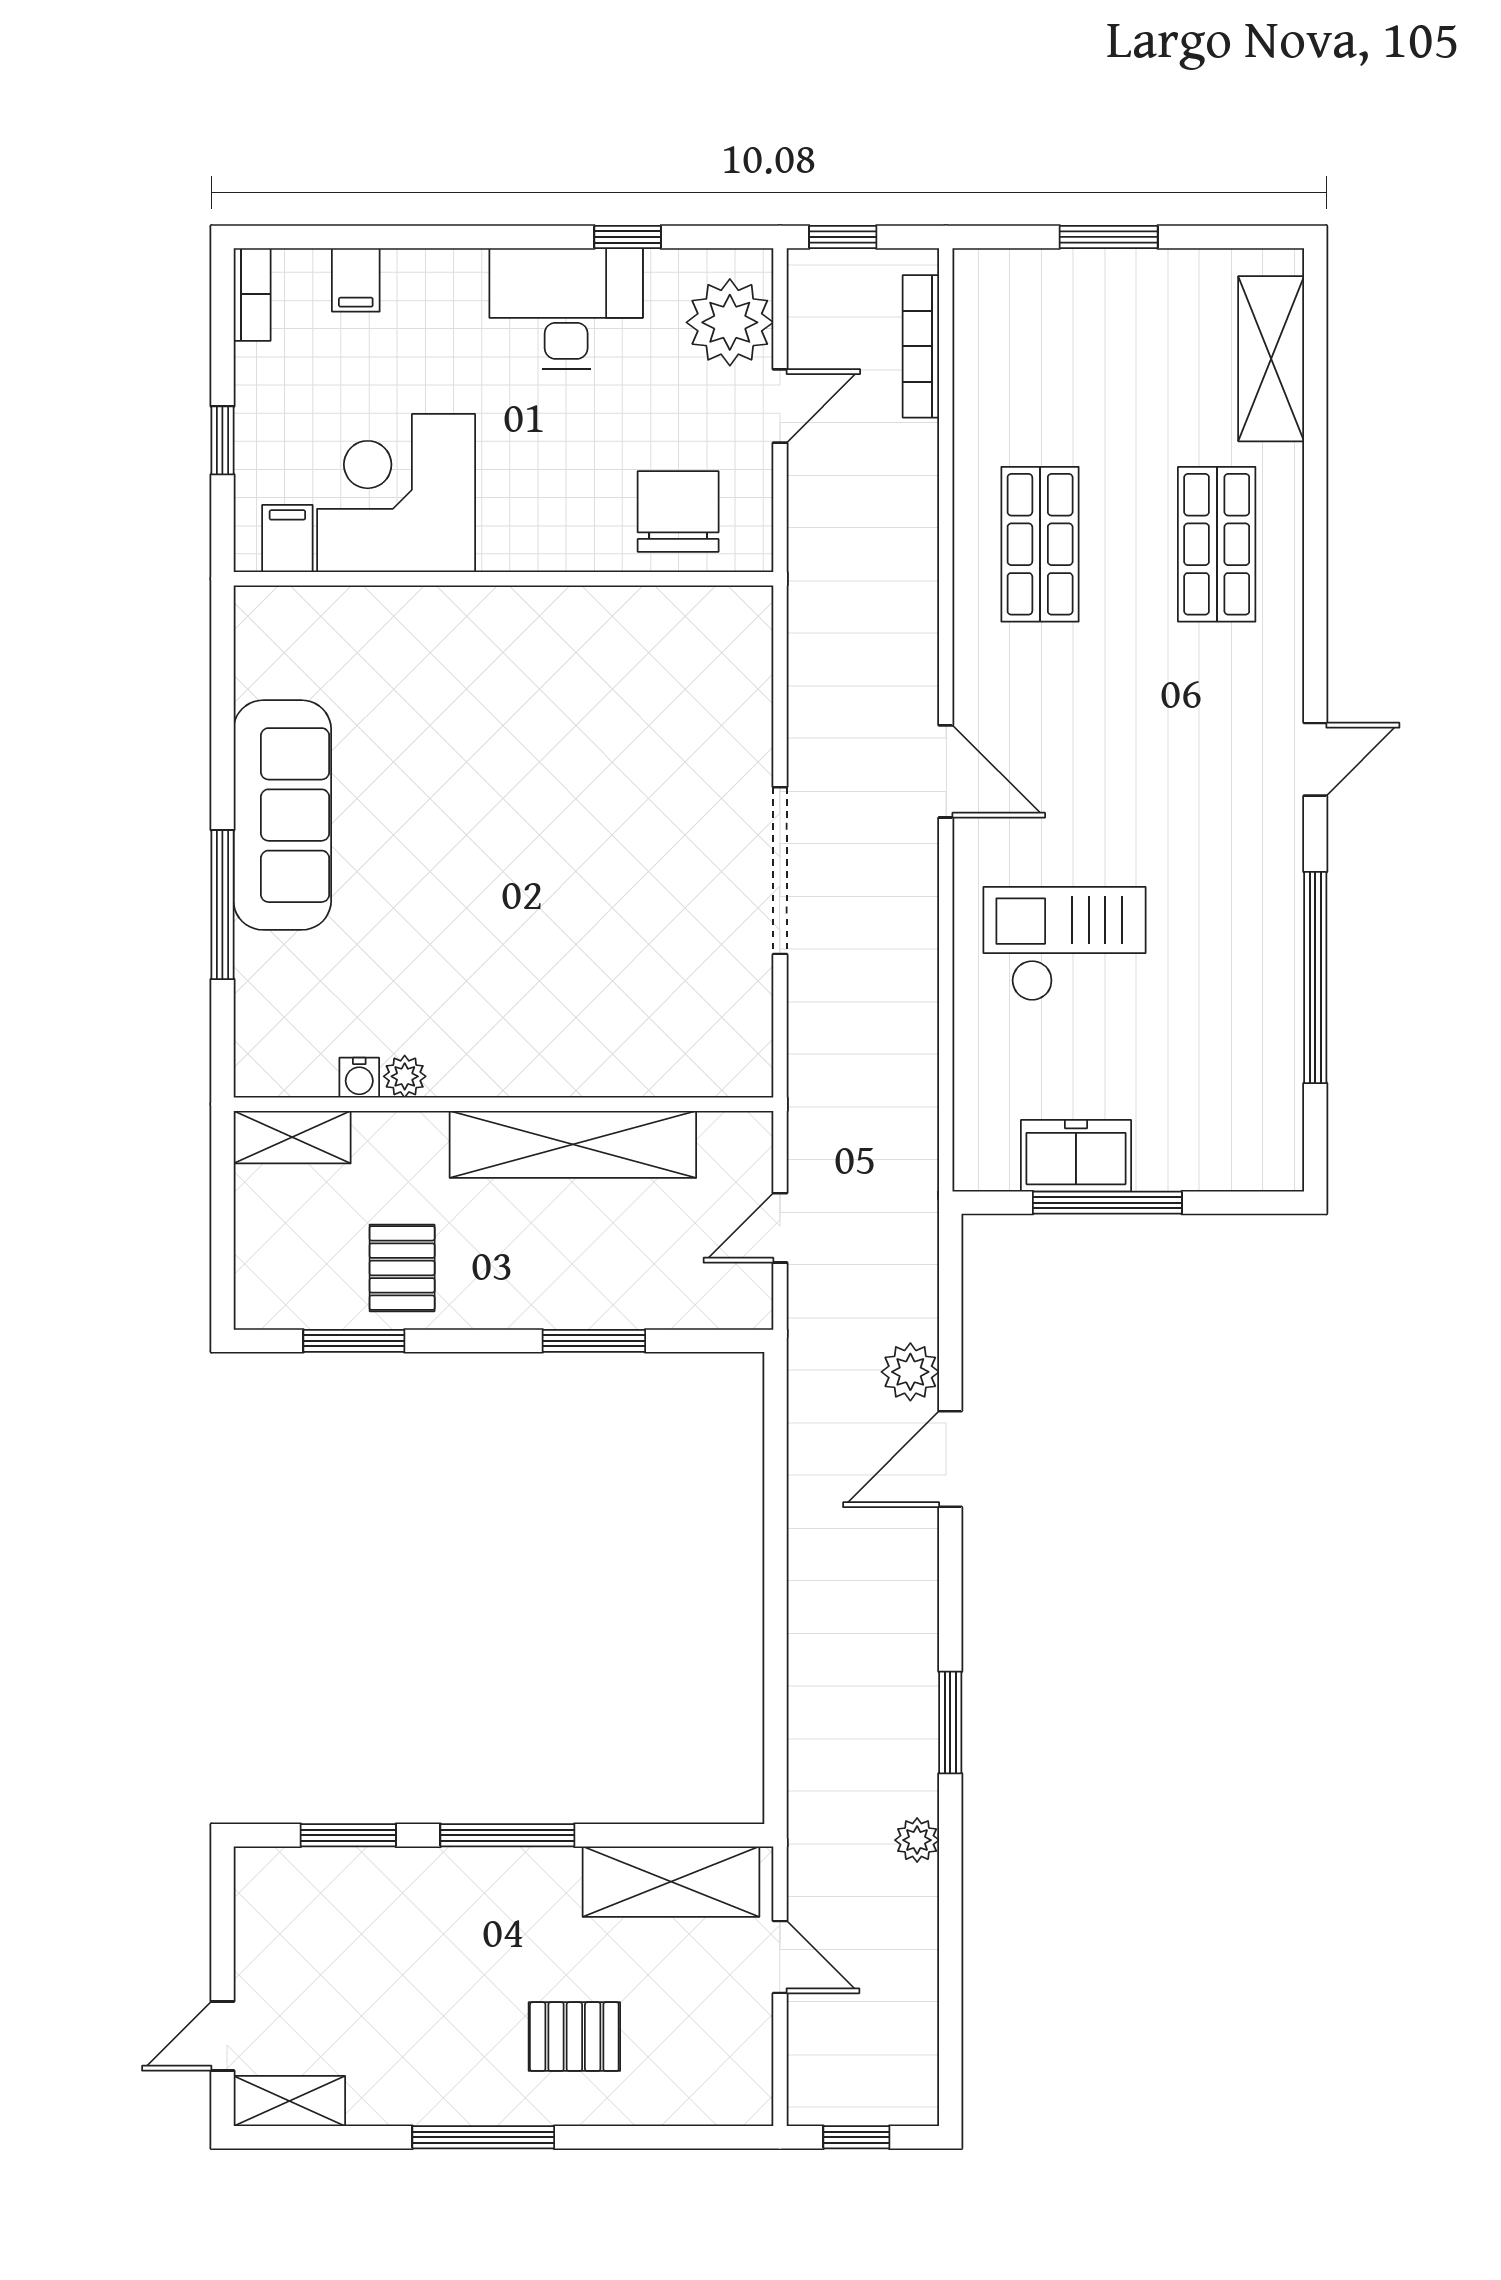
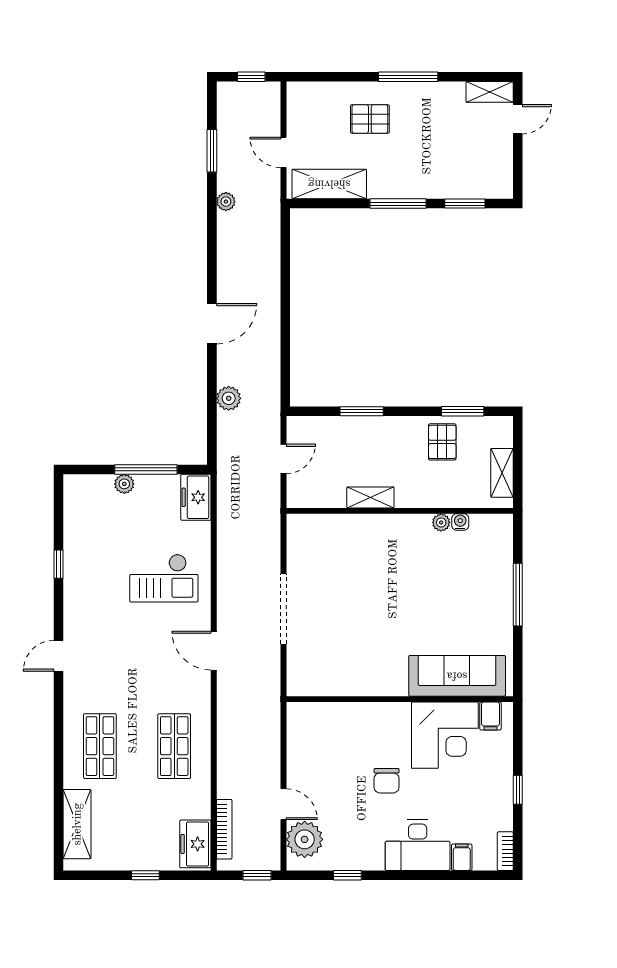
window: (1109, 237) -> (145, 875), width x0.67
desk: (566, 308) -> (418, 845), moved
freezer: (990, 311) -> (195, 844), added
door: (780, 406) -> (283, 804), swing flipped
corner desk: (396, 493) -> (445, 735), moved
chair: (678, 511) -> (387, 781), moved, width x0.73, depth x0.73
filing cabinet: (287, 538) -> (490, 716), moved
wall: (503, 579) -> (400, 699), moved
sofa: (282, 815) -> (457, 676), moved, turned 90
window: (1315, 978) -> (59, 564), width x0.32
shelving: (292, 1137) -> (502, 473), moved, turned 90
shelving: (573, 1144) -> (370, 497), width x0.45, depth x0.75
freezer: (1076, 1156) -> (196, 497), moved, turned 90
plant: (1159, 1168) -> (124, 484), added
door: (950, 1459) -> (212, 324), moved
window: (950, 1722) -> (212, 151), moved

